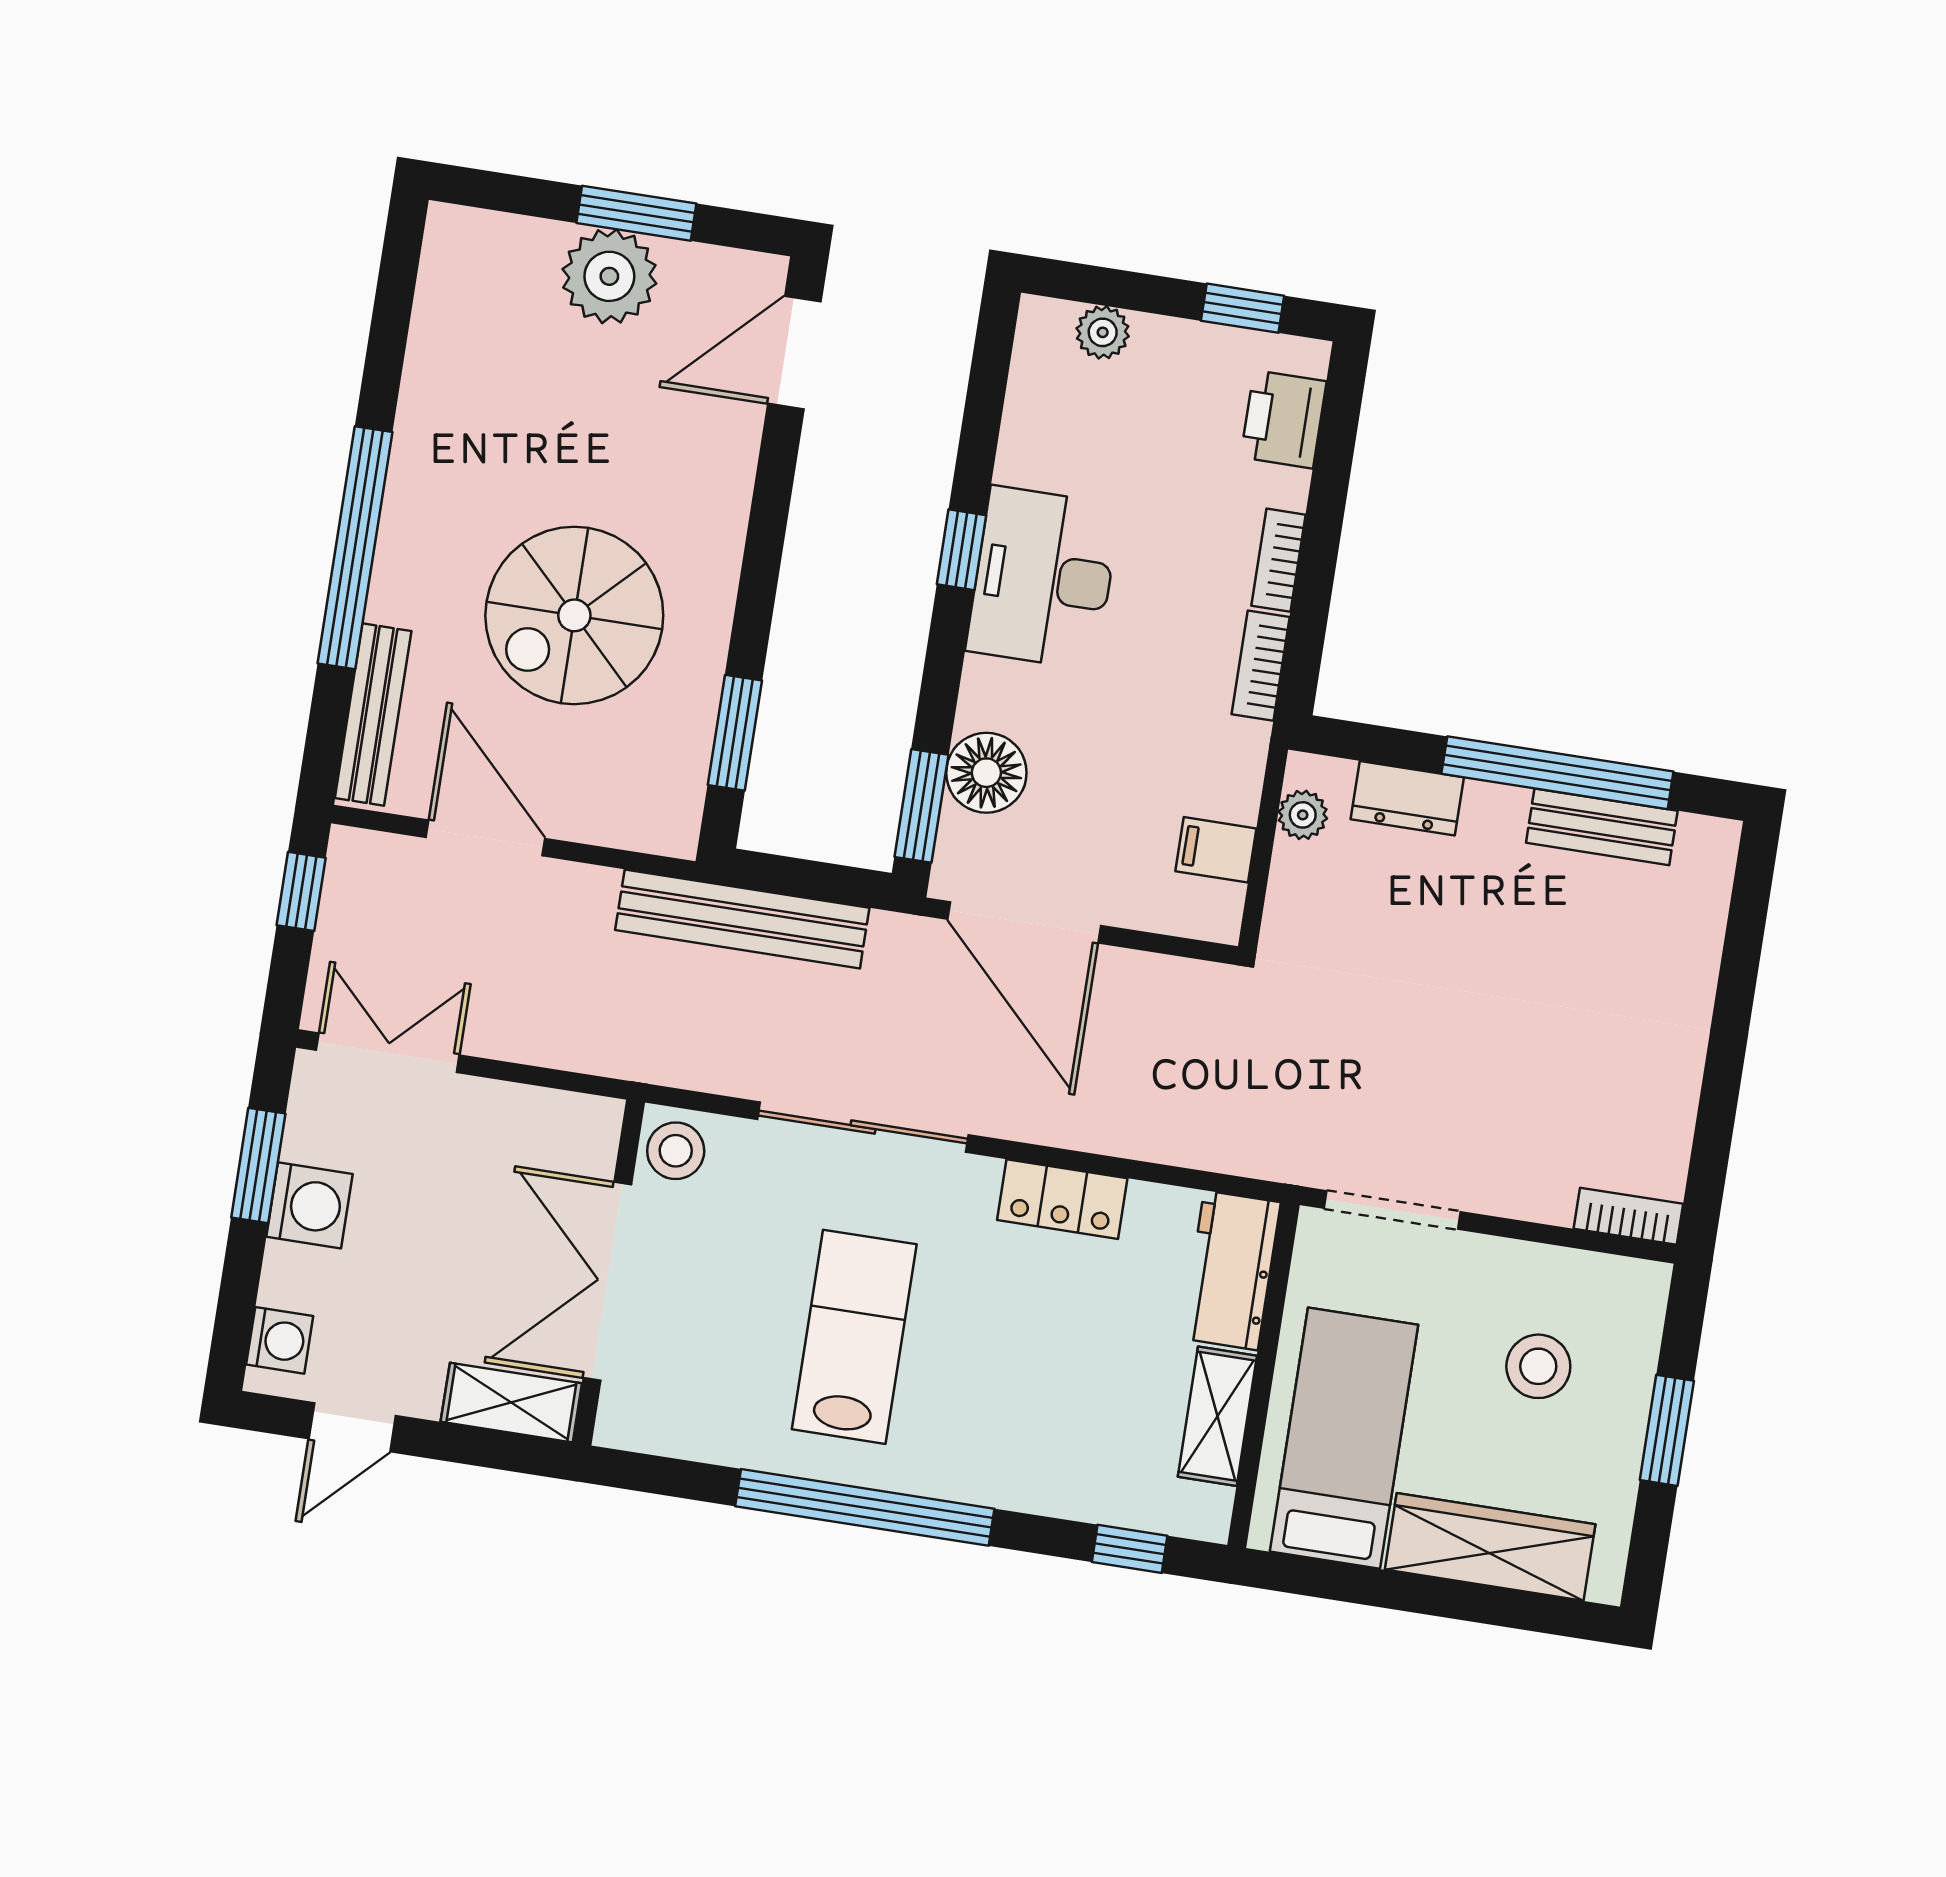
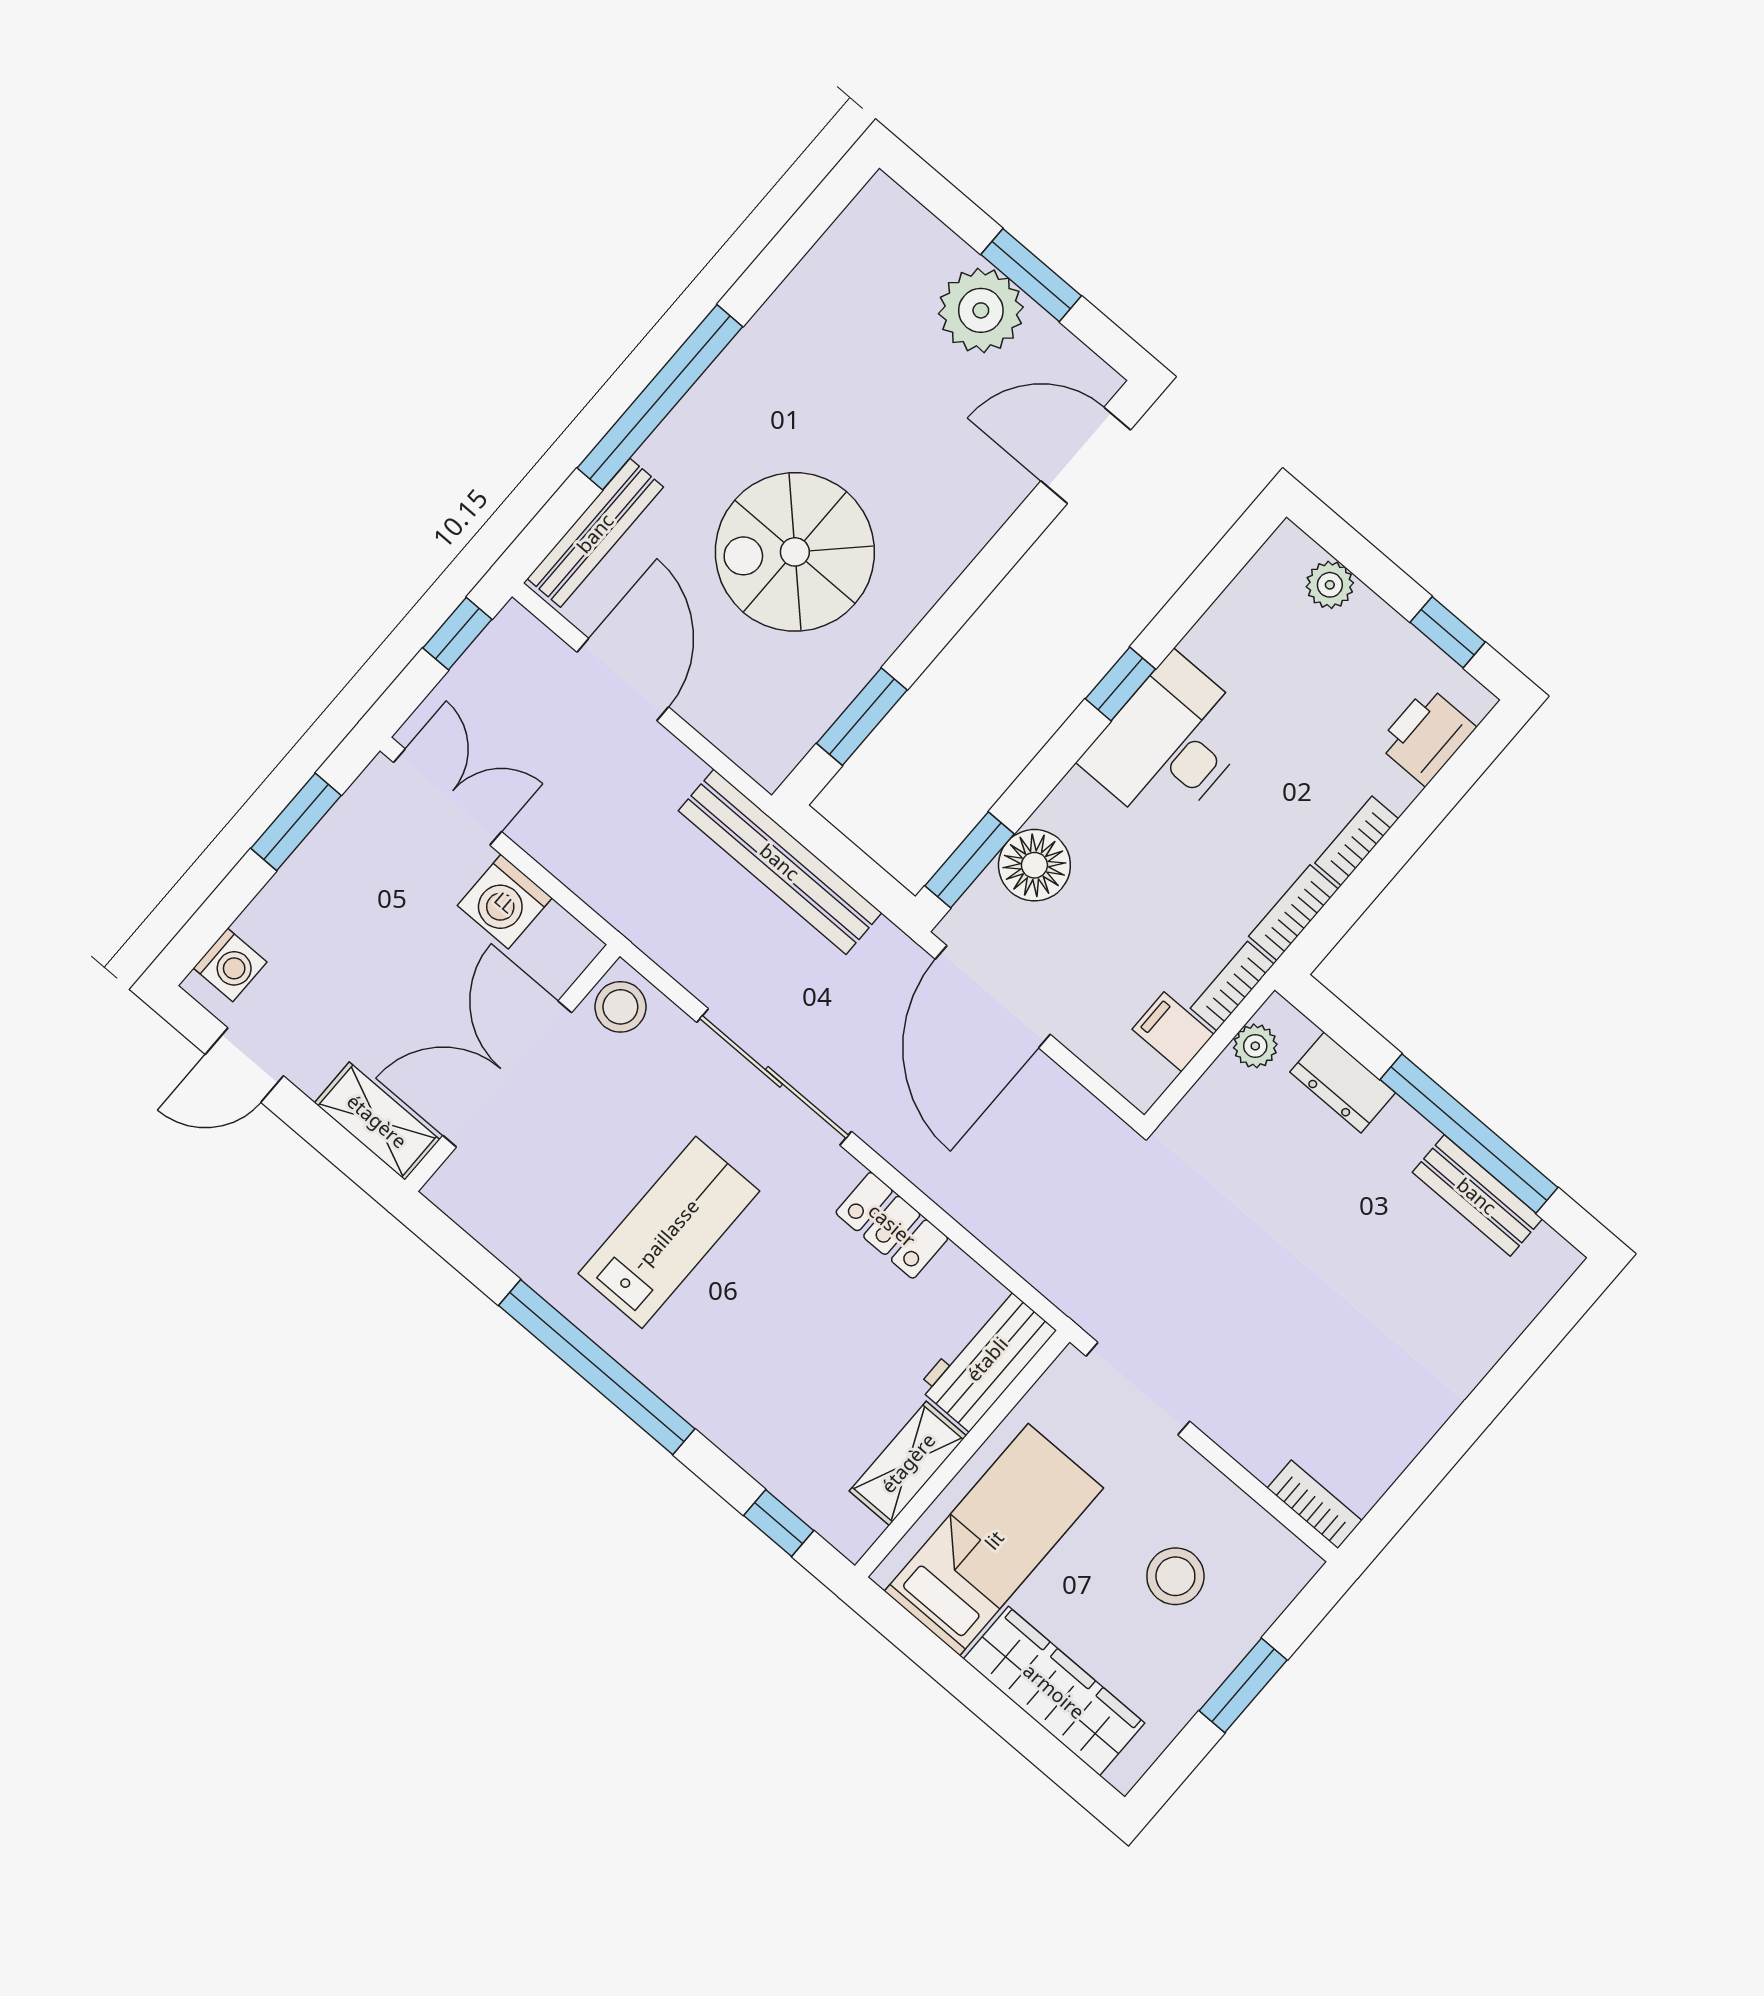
bookcase: (1245, 772) -> (1232, 986), added
washing machine: (309, 1205) -> (505, 902), moved, turned 90

